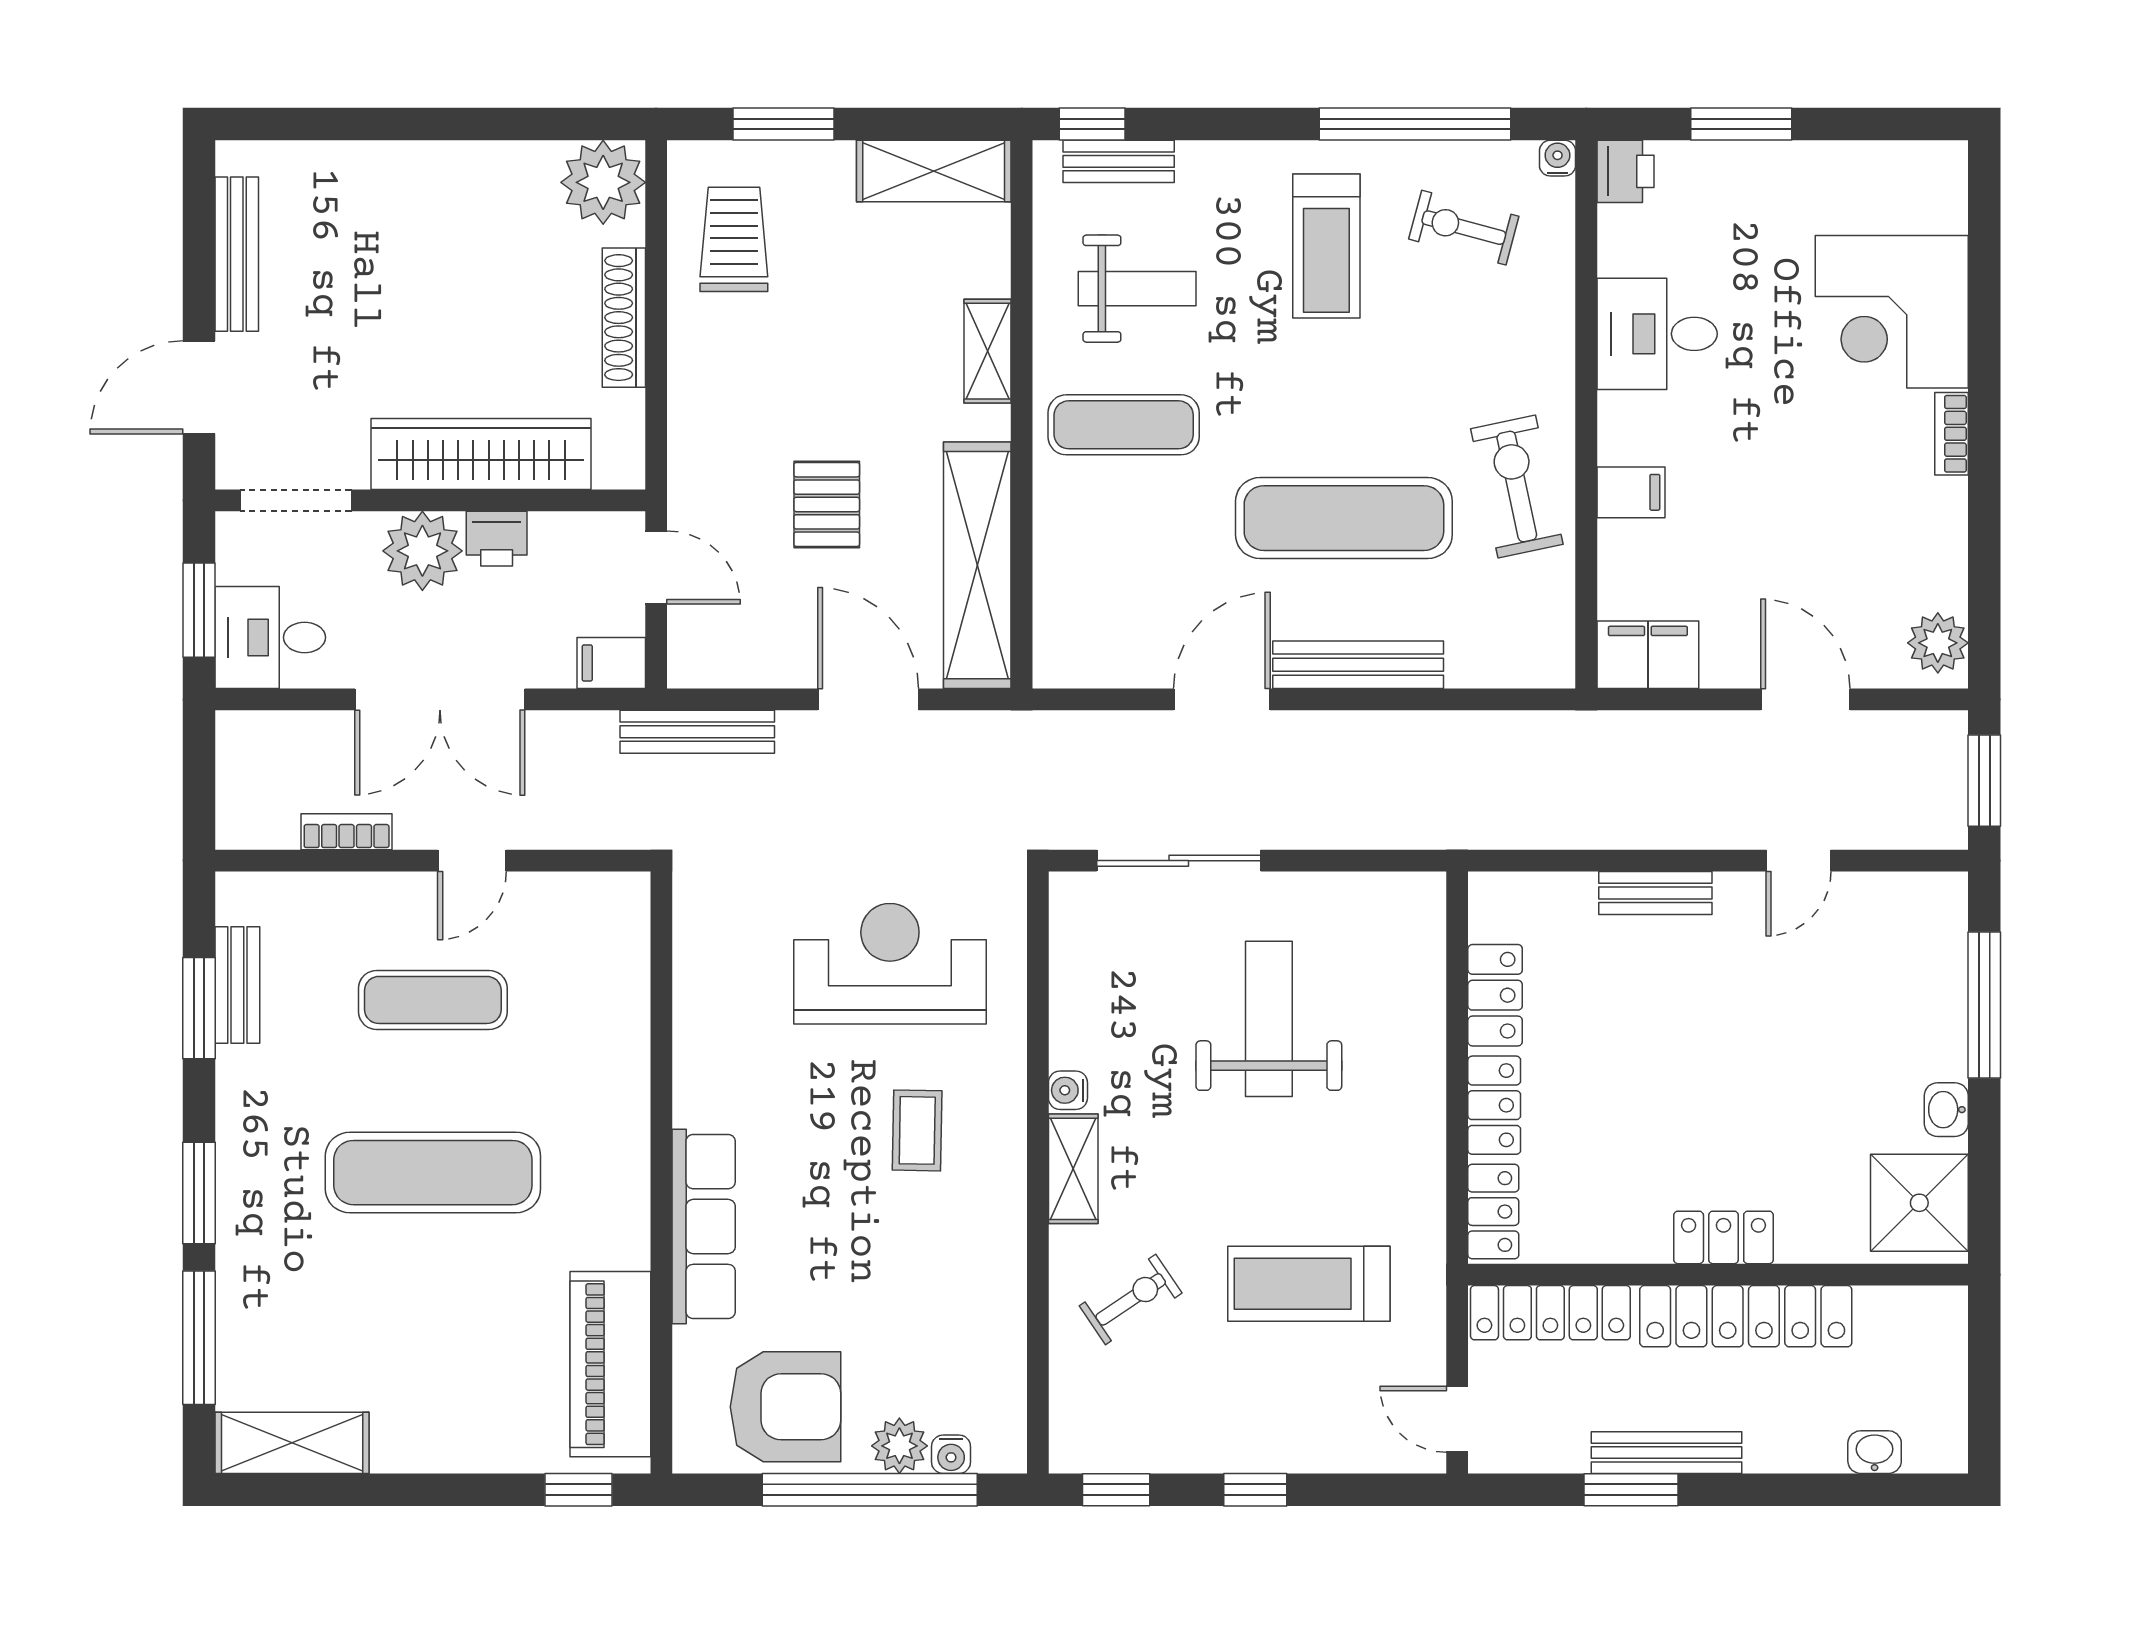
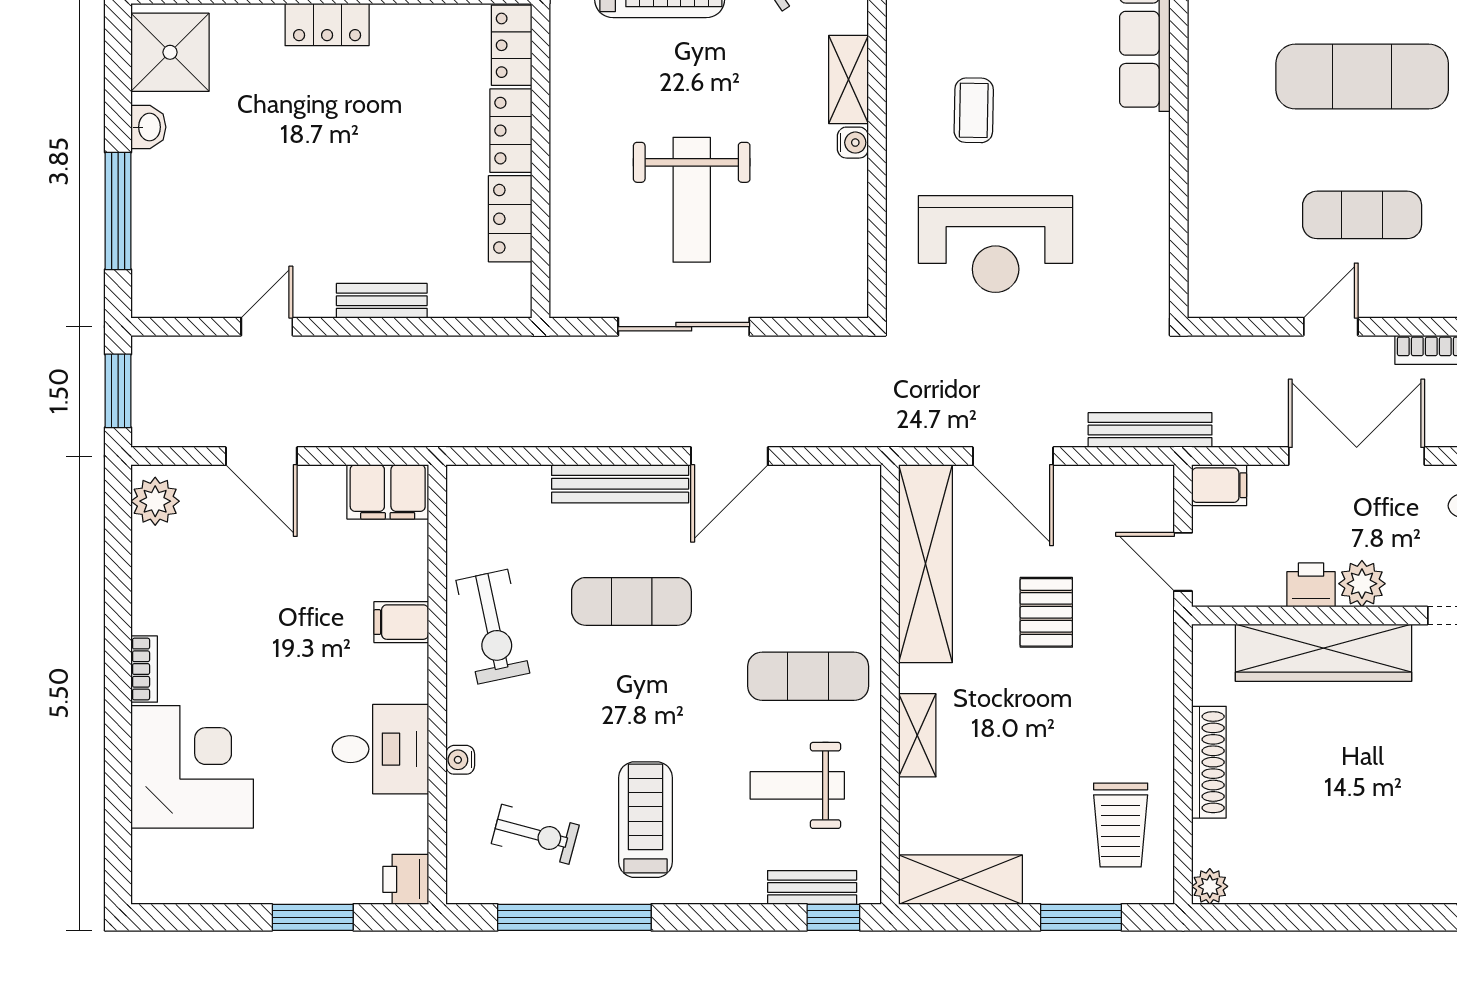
water cooler: (1558, 158) -> (460, 760), moved, turned 90
plant: (603, 182) -> (1210, 886), width x0.53, depth x0.53
exercise mat: (1344, 518) -> (631, 601), width x0.73, depth x0.69
plant: (422, 551) -> (1362, 584), width x0.73, depth x0.73
sliding door: (1179, 861) -> (684, 327), moved

